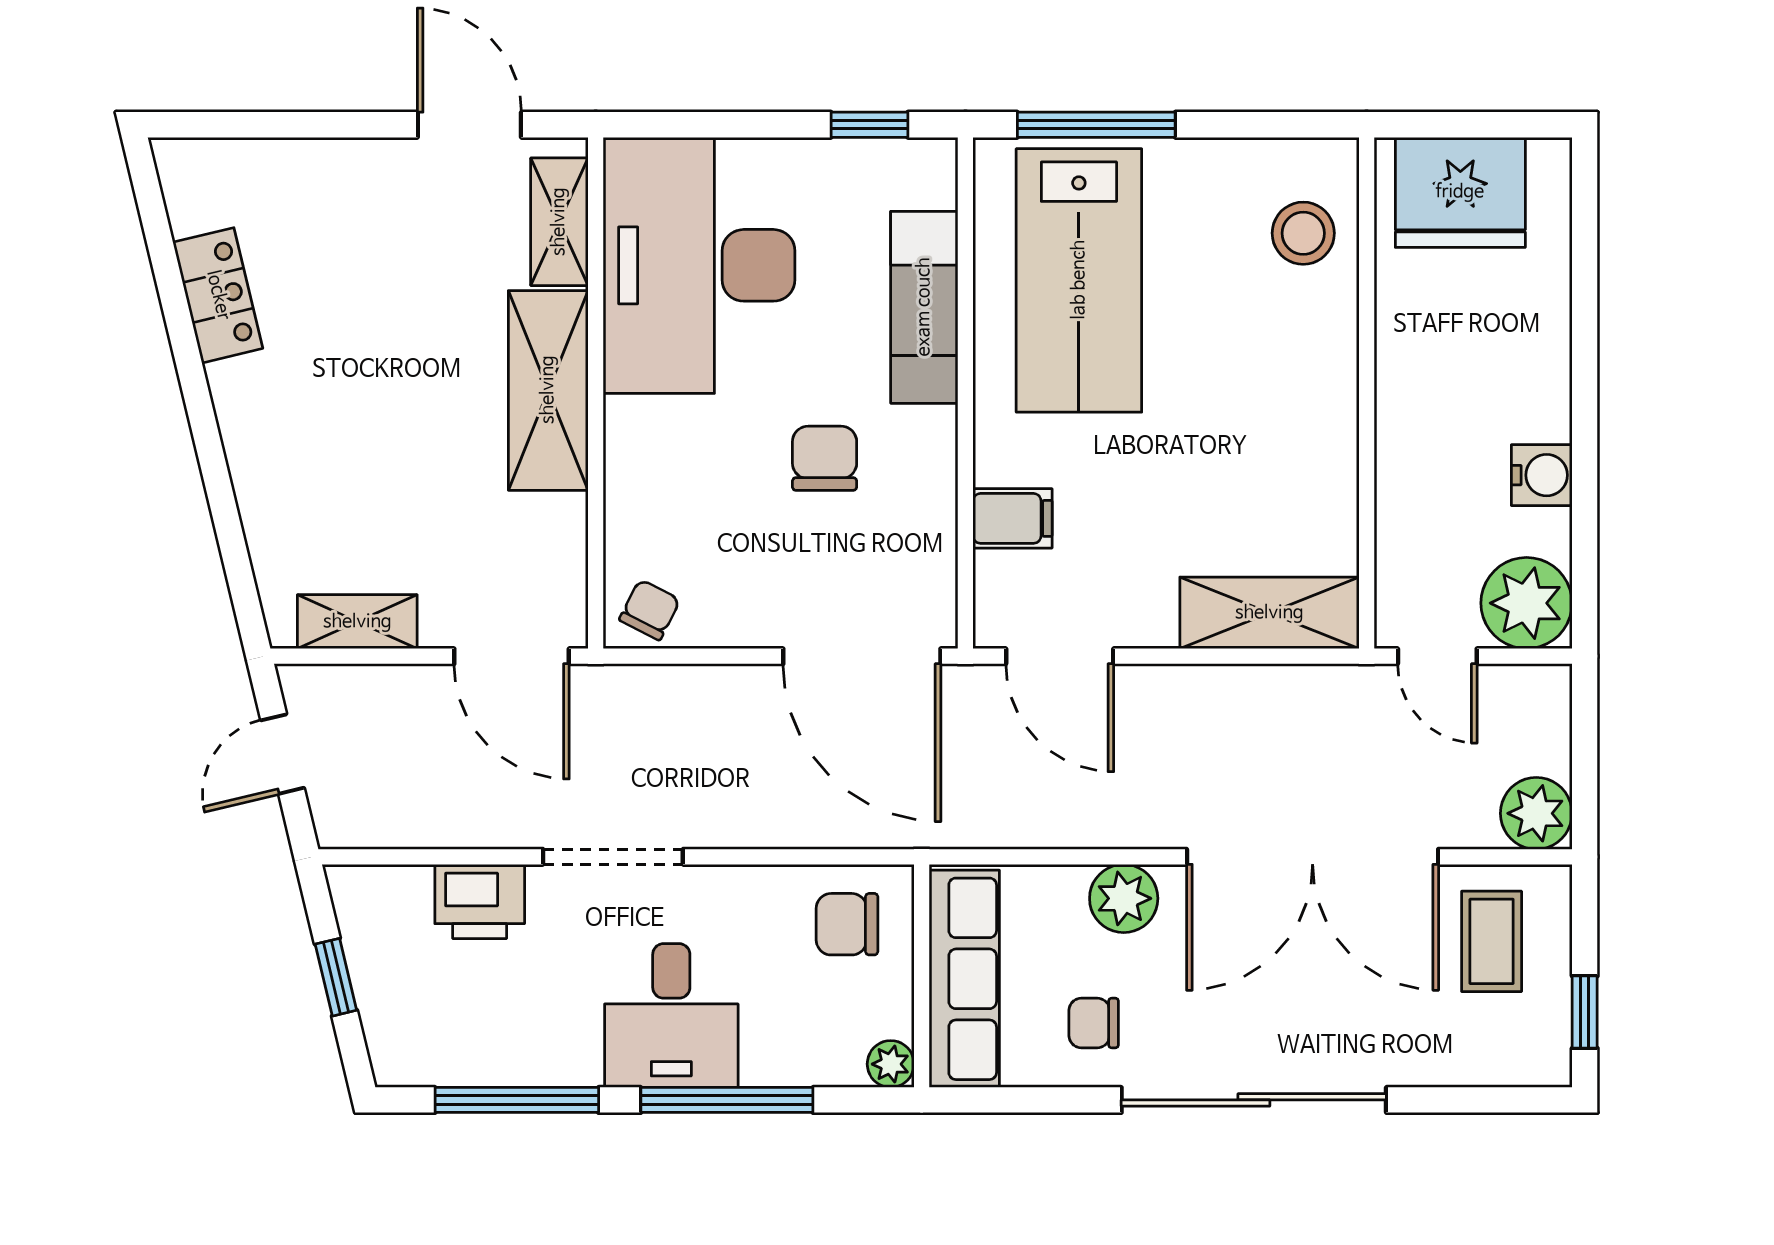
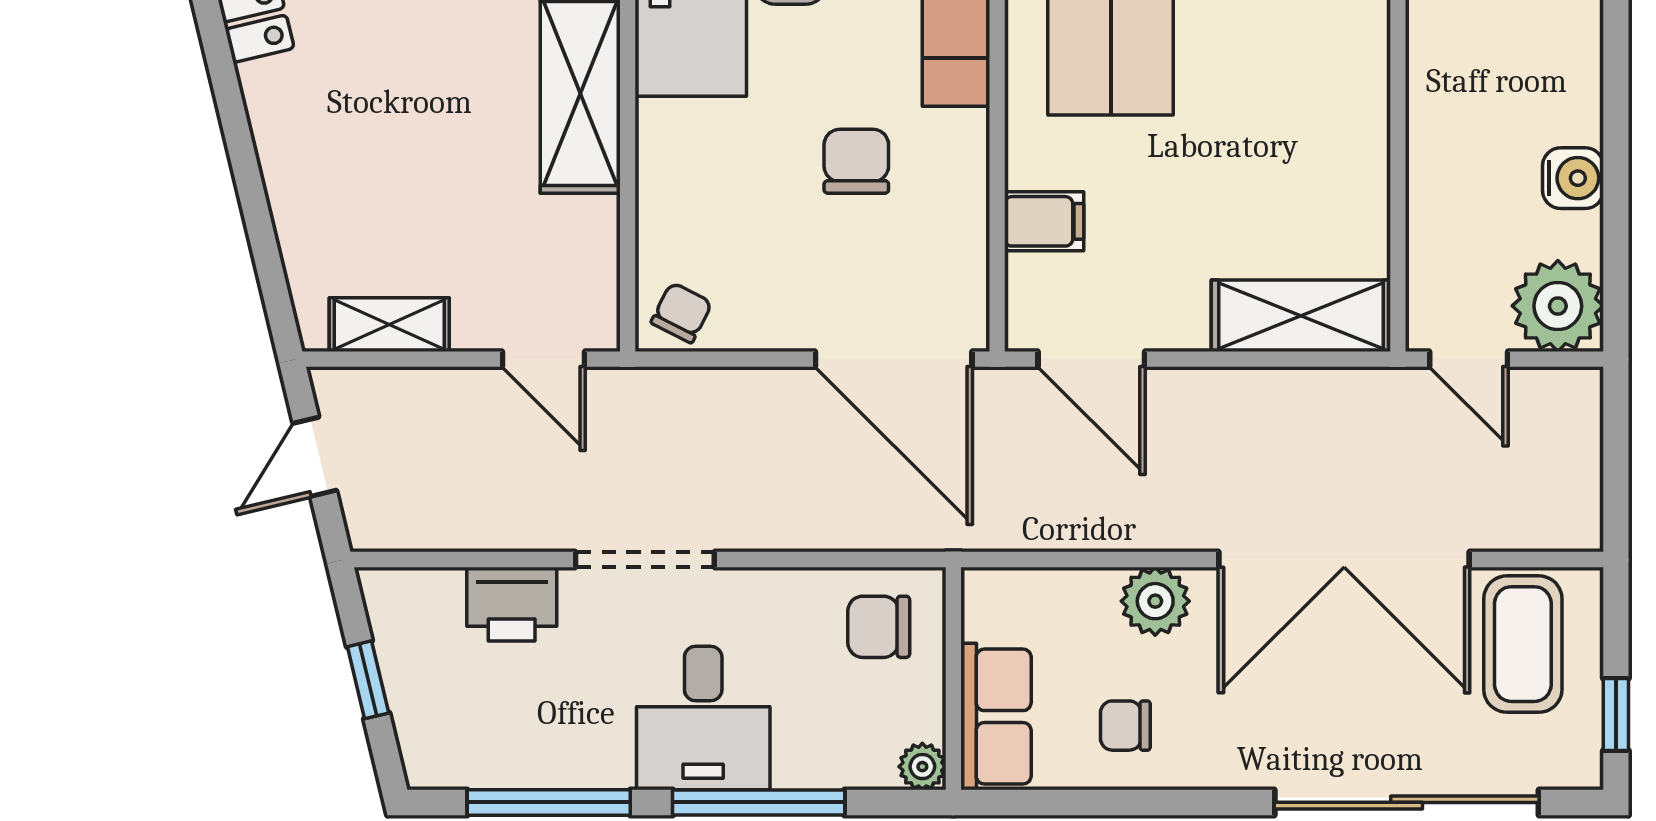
door: (512, 656) -> (544, 359), width x0.73
plant: (1536, 813) -> (1568, 516), removed
coffee table: (1492, 941) -> (1523, 644), width x1.36, depth x1.30
row of seats: (964, 979) -> (996, 717), width x0.68
sliding door: (1254, 1100) -> (1407, 802), moved

